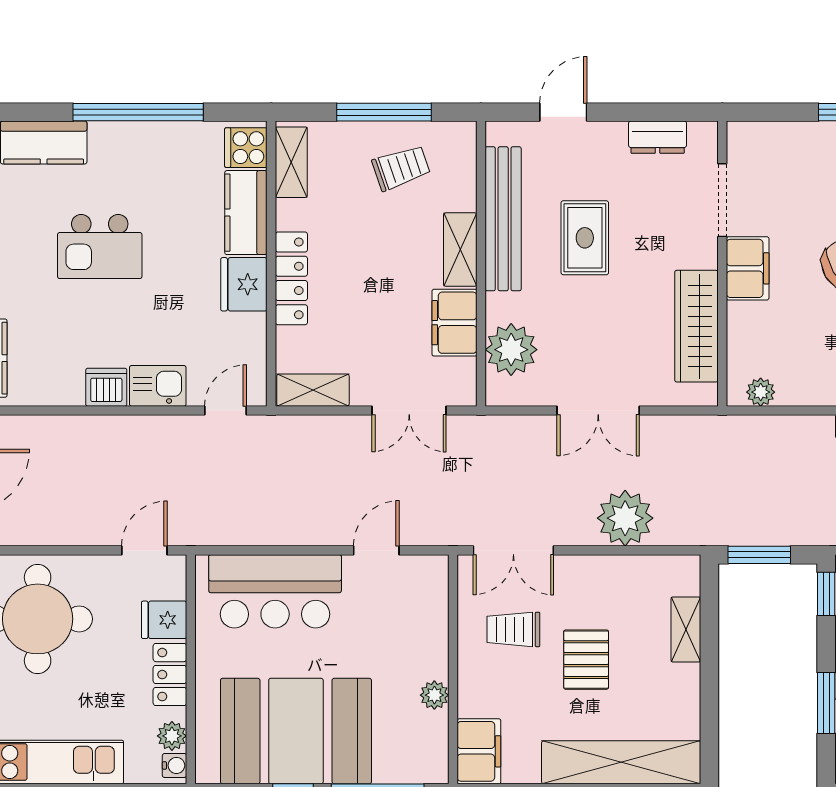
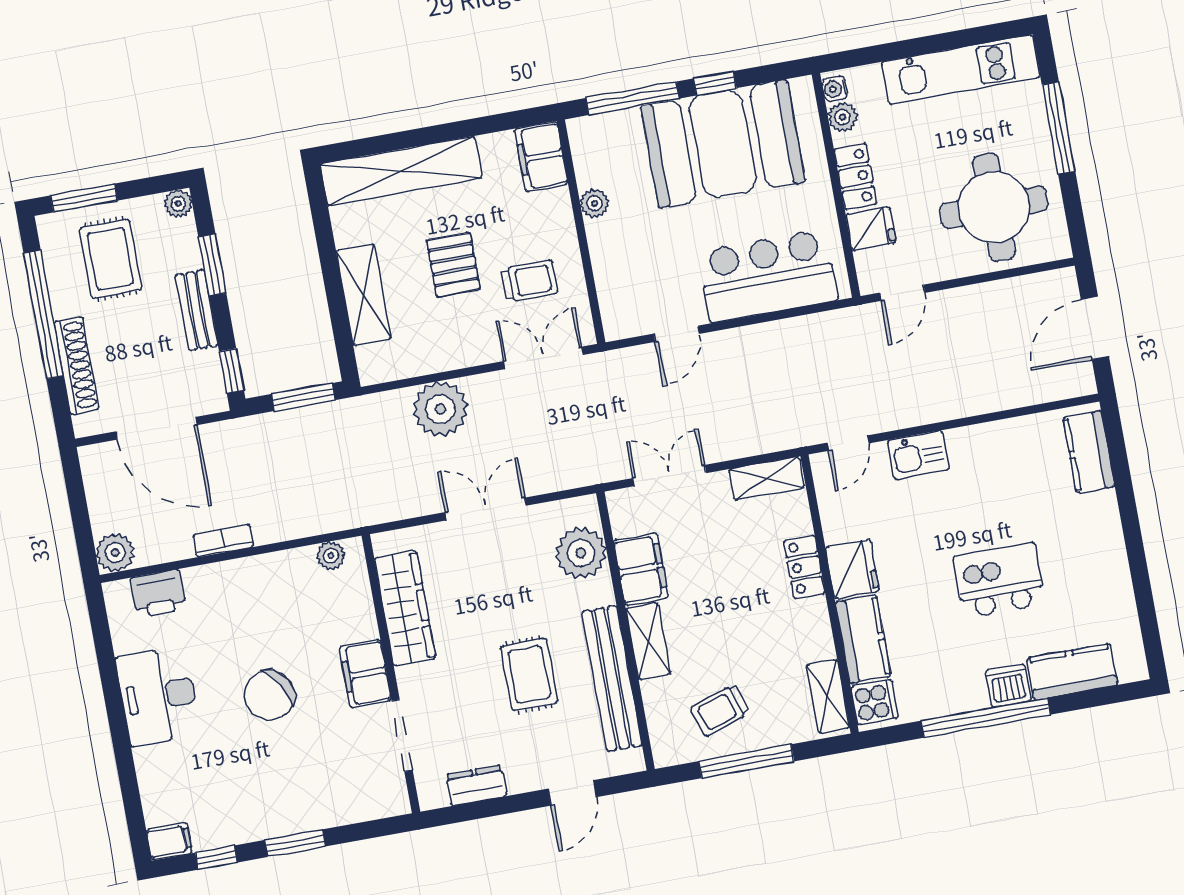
locker: (291, 278) -> (804, 567), width x0.66
dishwasher: (106, 387) -> (1008, 686), moved, turned 180
shelving: (686, 629) -> (363, 295), width x1.50, depth x1.33

